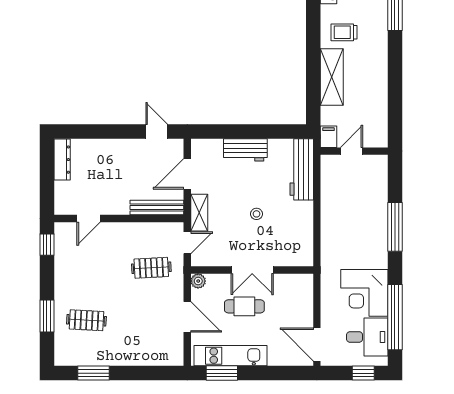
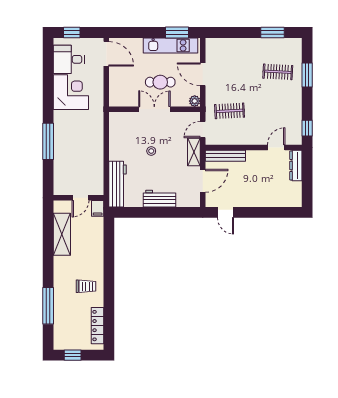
shelving: (332, 77) -> (62, 234), moved
dresser: (62, 160) -> (296, 165), moved
window: (395, 317) -> (48, 74), removed

